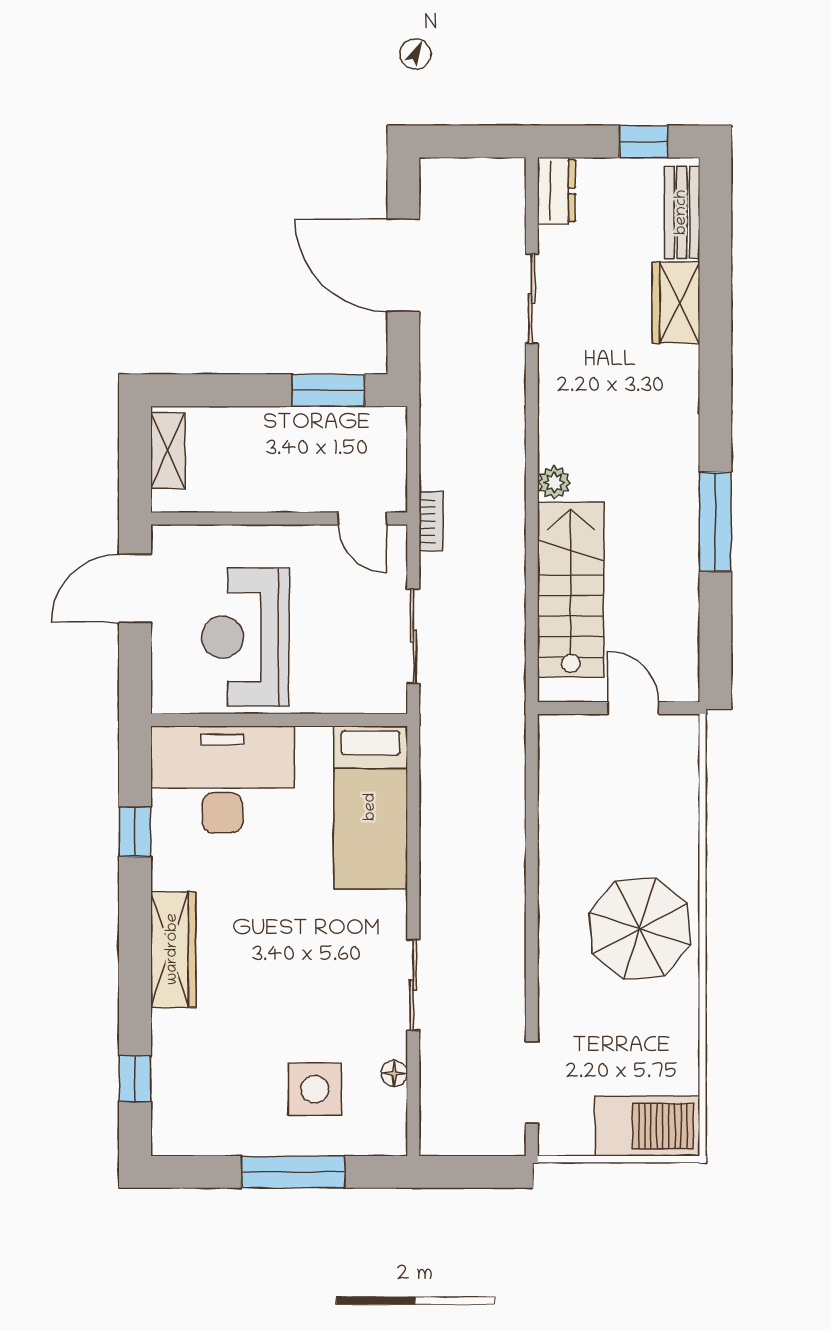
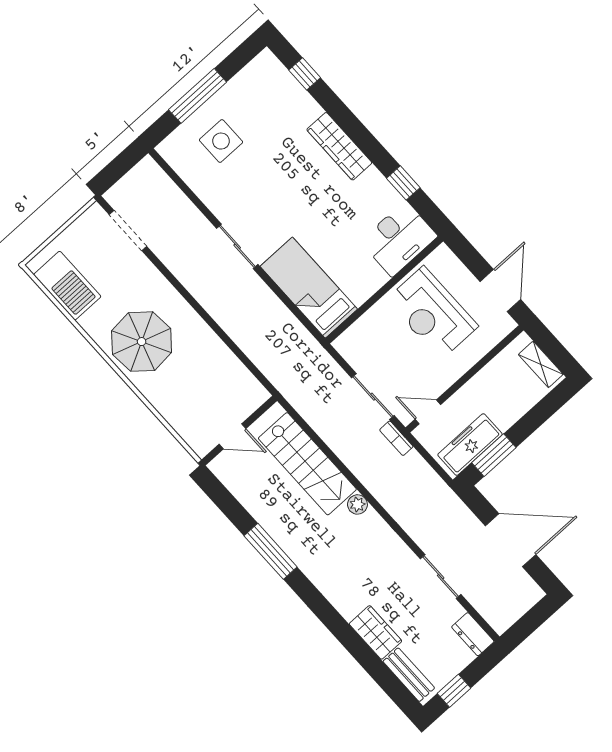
freezer: (346, 430) -> (470, 445), added
sliding door: (413, 636) -> (373, 397), moved
reception desk: (245, 637) -> (432, 313), turned 180
desk: (222, 780) -> (399, 239), width x0.73, depth x0.77
sliding door: (413, 985) -> (237, 246), moved
floor lamp: (394, 1073) -> (192, 180), removed
barbecue: (647, 1126) -> (67, 286), moved, turned -90

